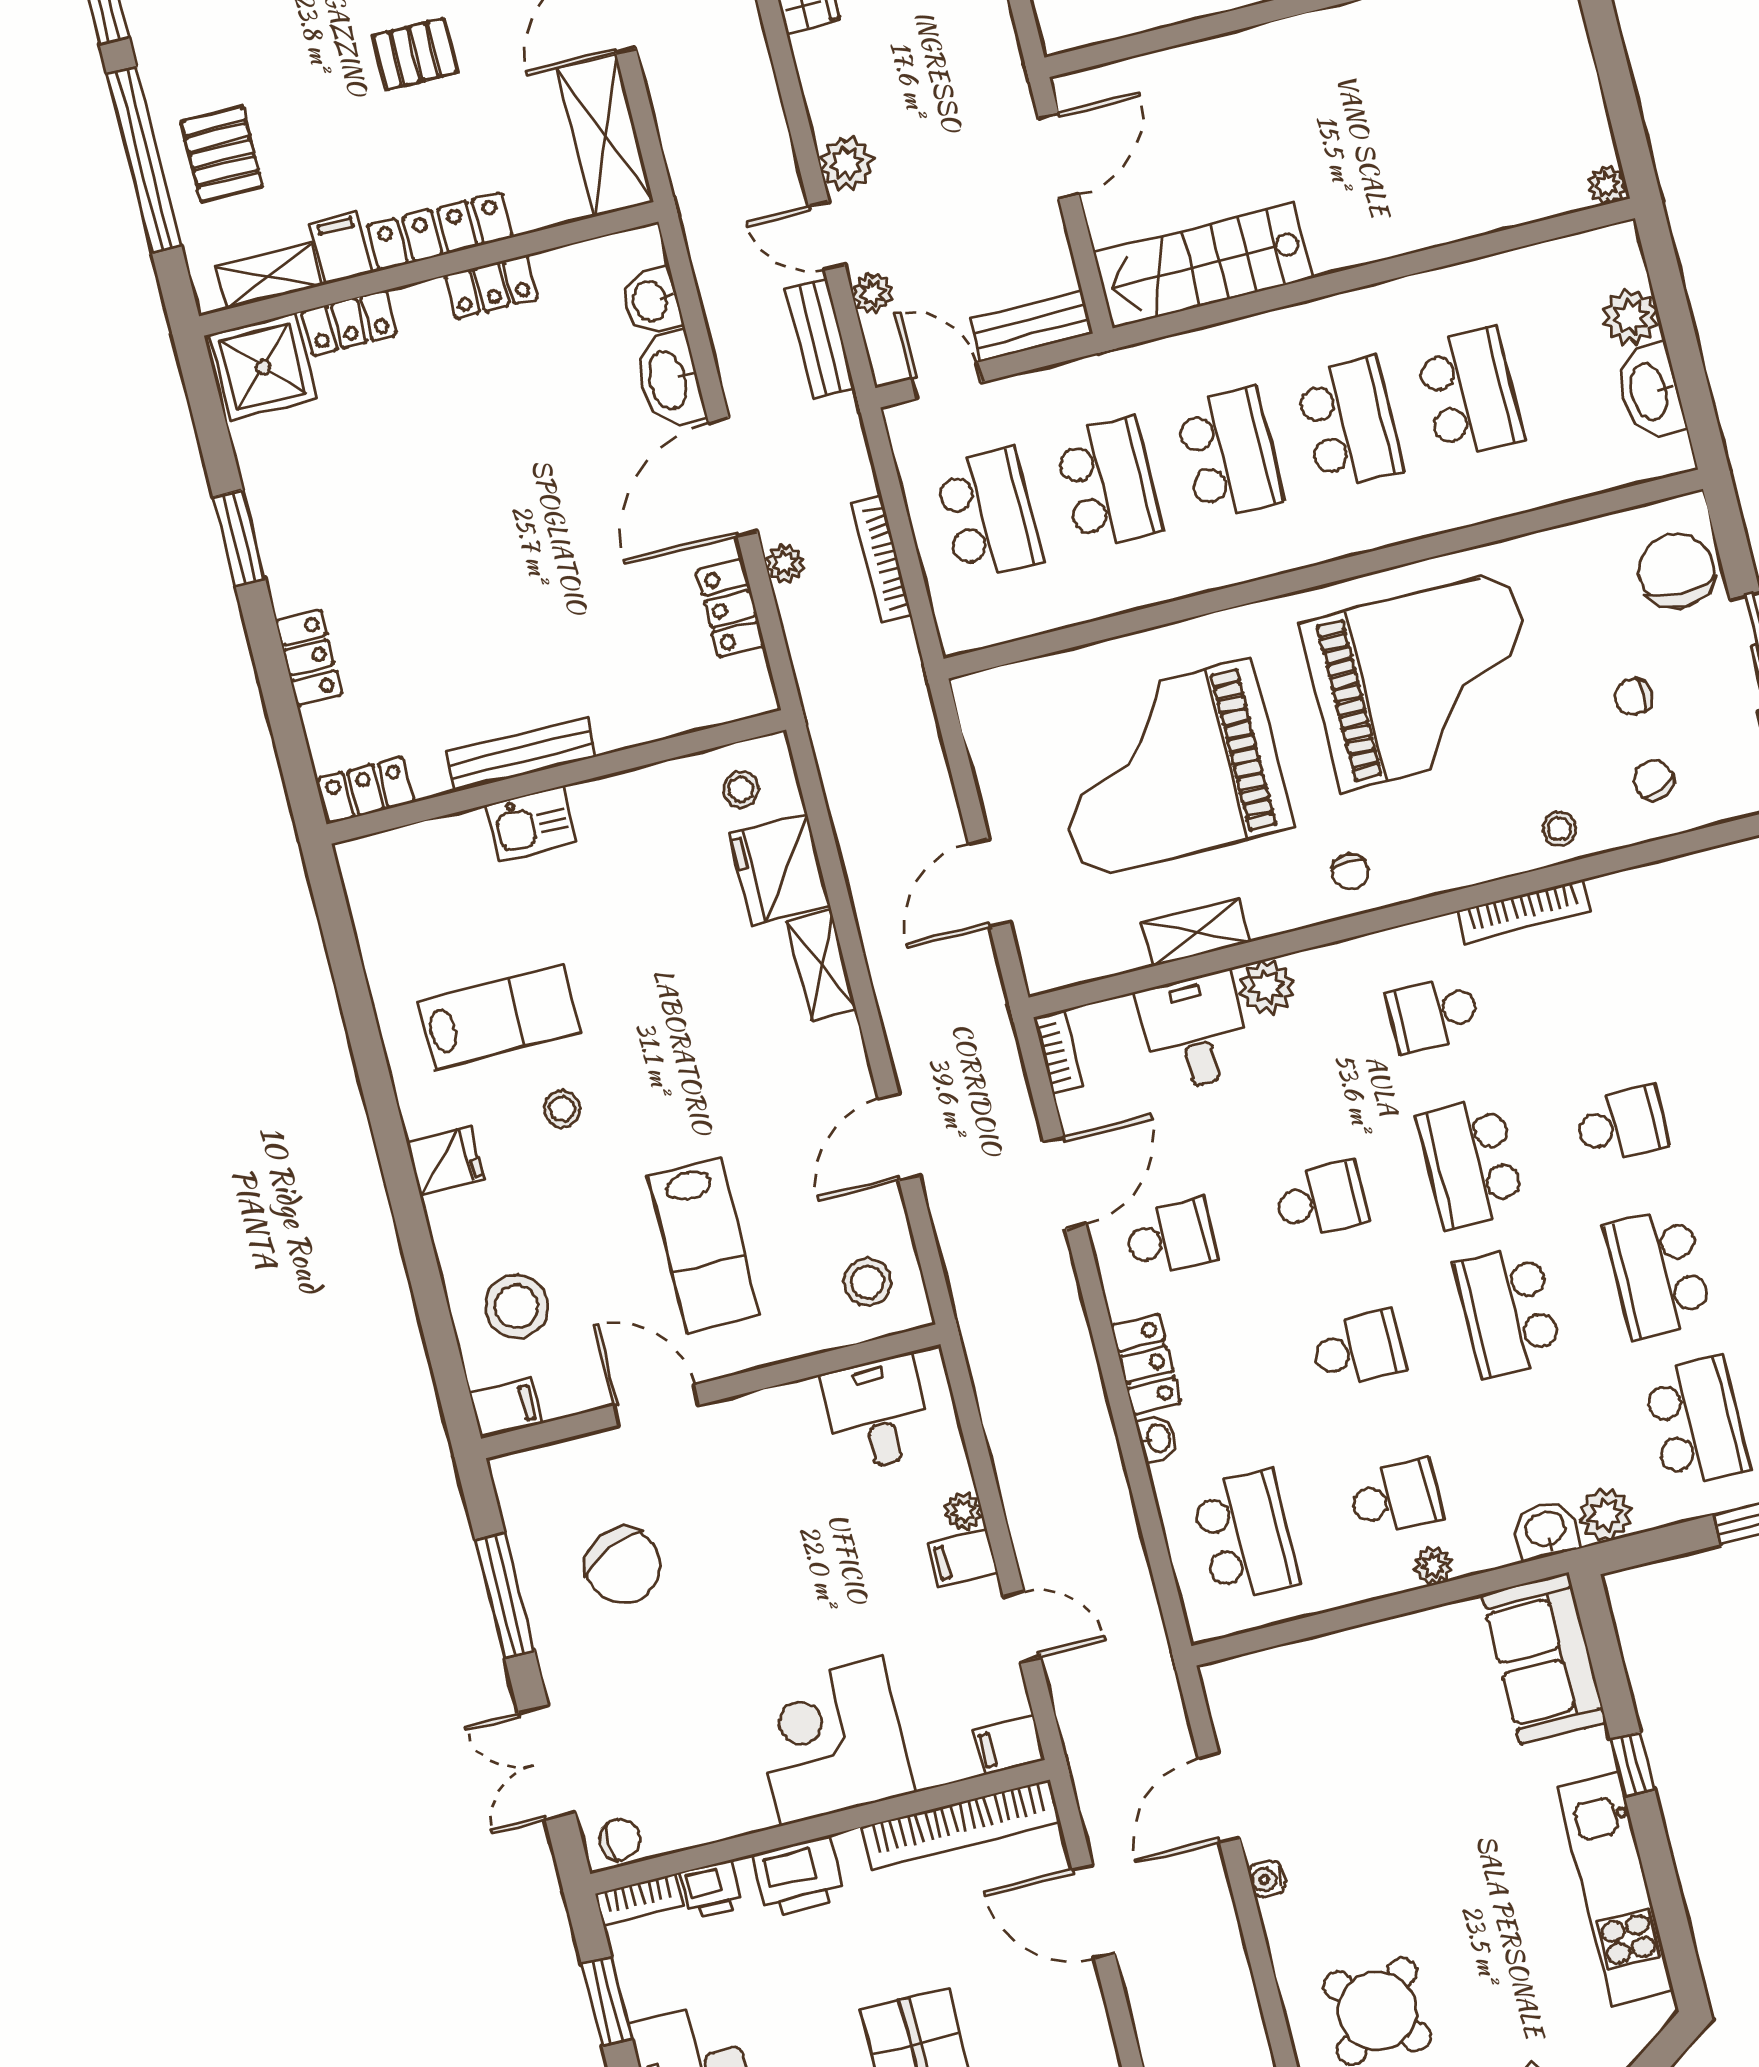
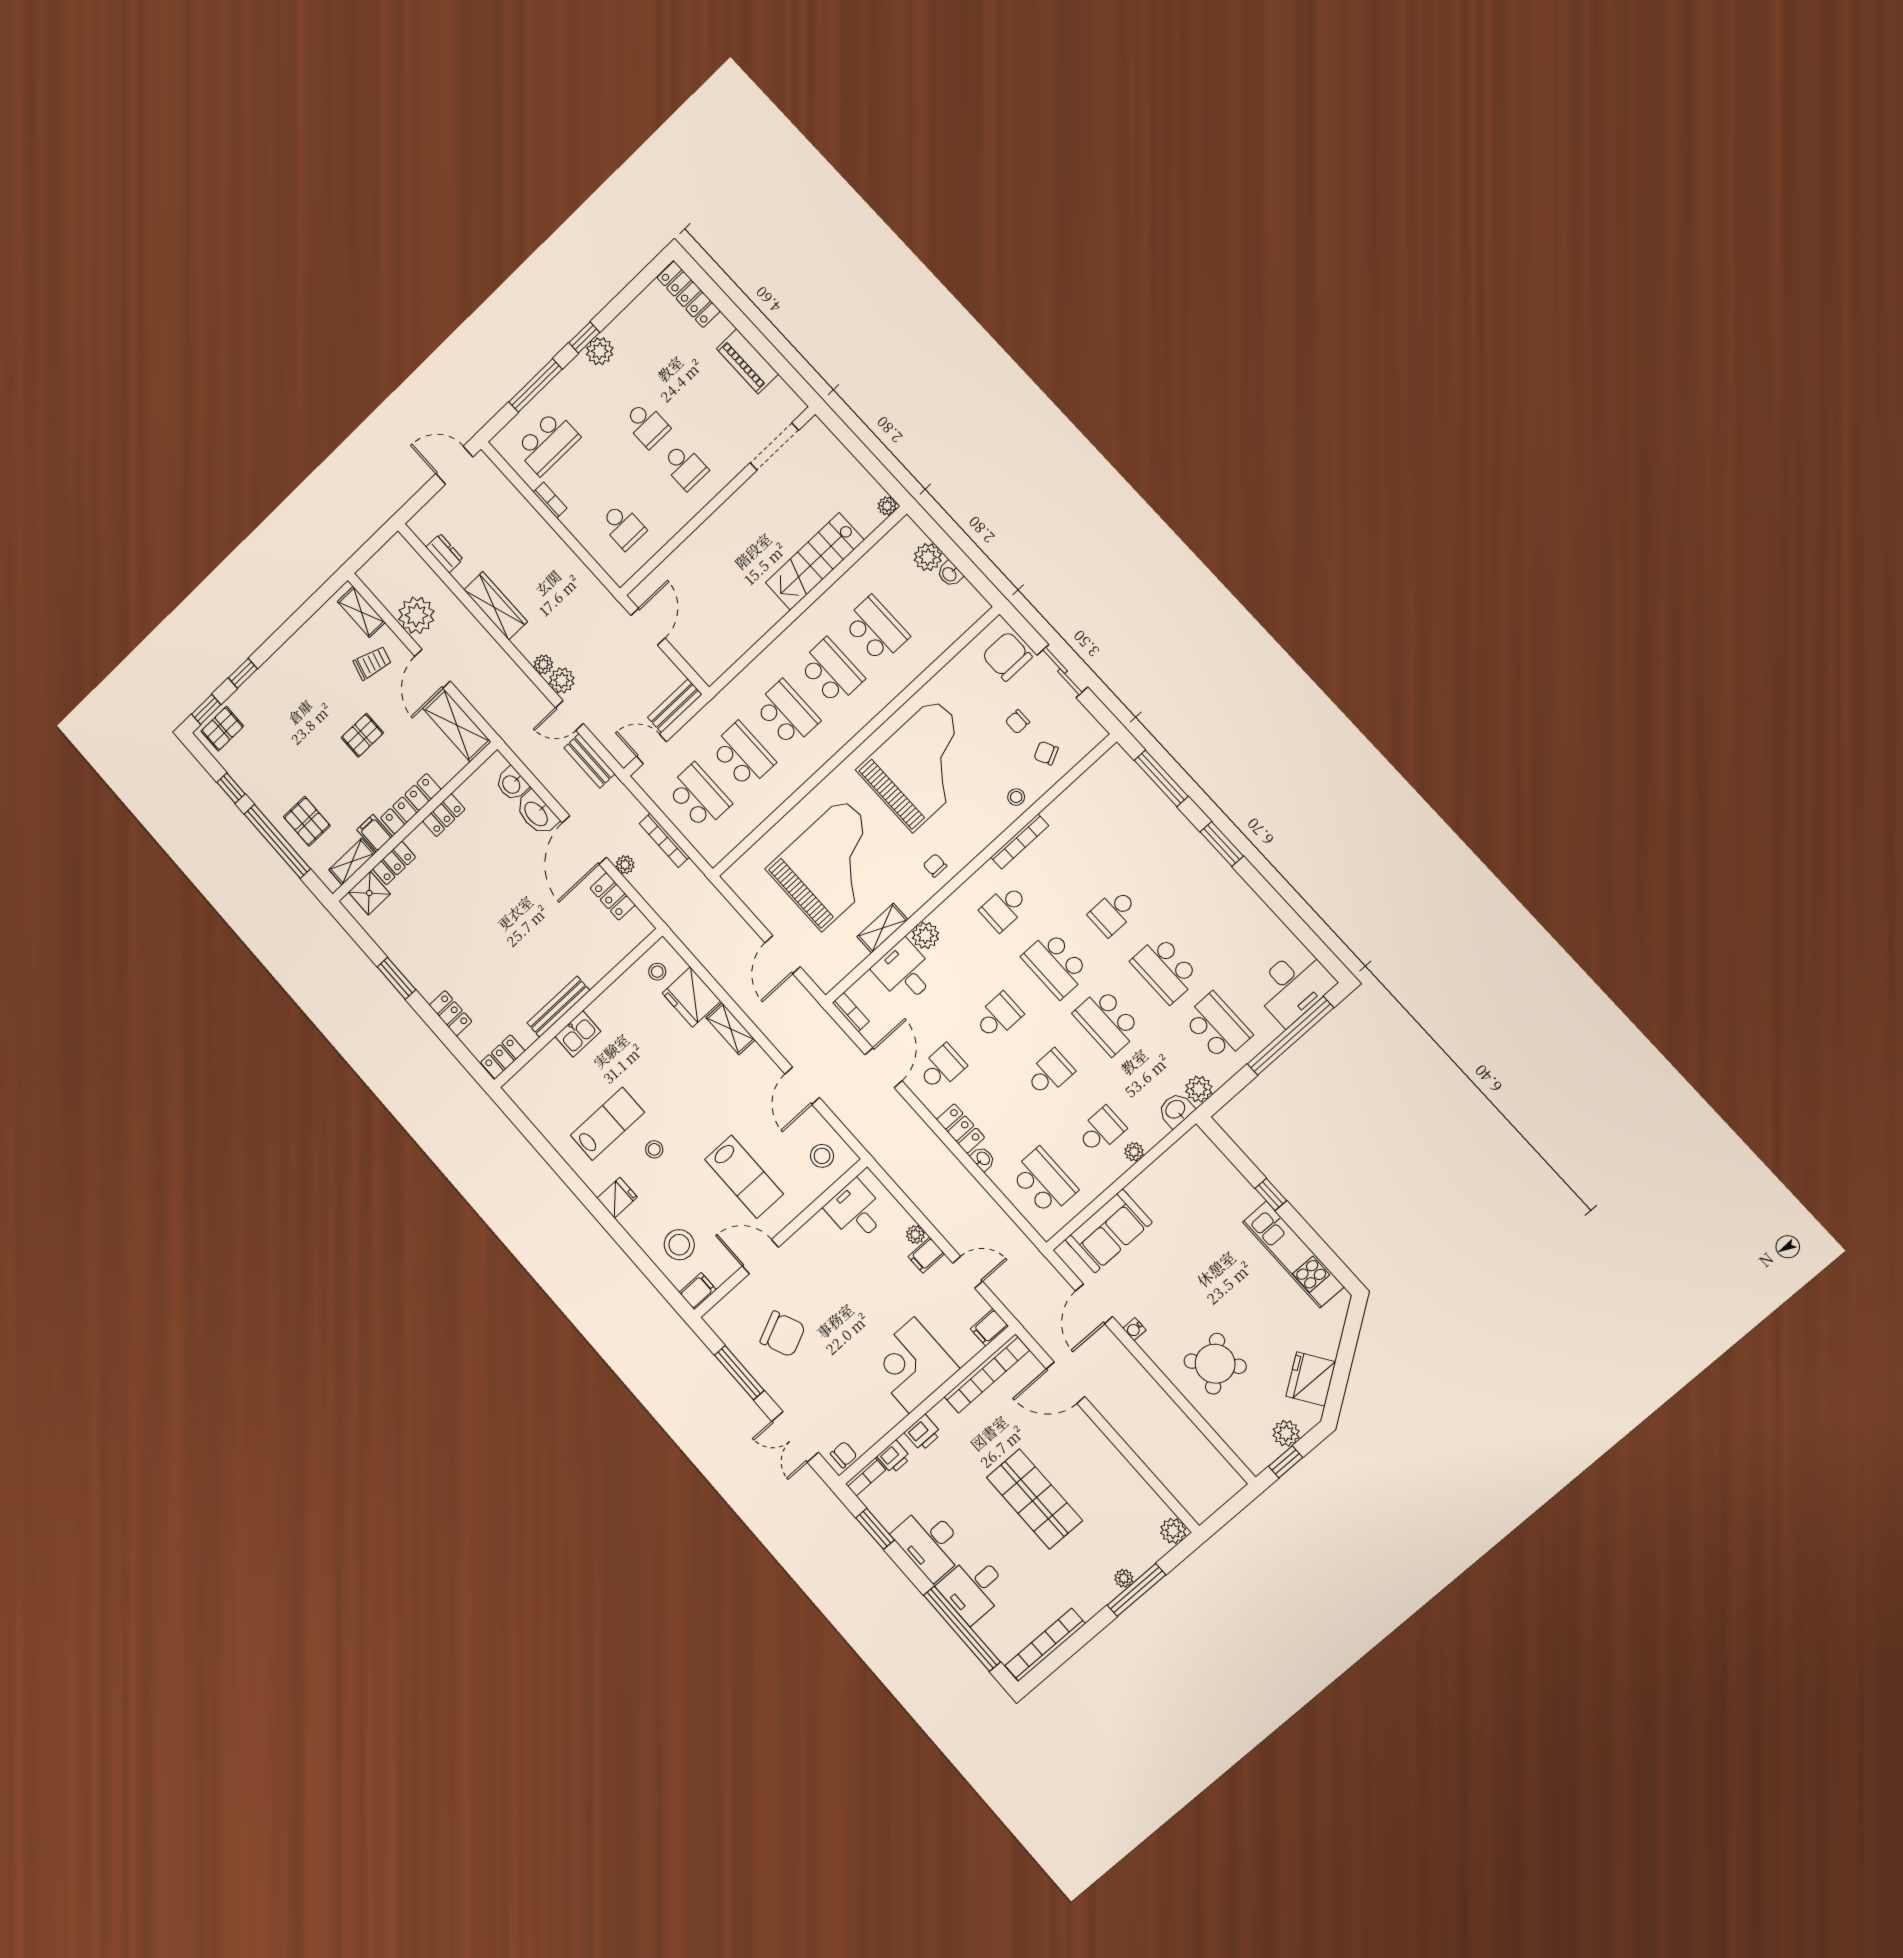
stairs: (1203, 266) -> (815, 561), moved
plant: (873, 293) -> (543, 664), moved
shower: (263, 367) -> (369, 893), width x0.73, depth x0.73
washbasin: (1650, 392) -> (950, 574), width x0.52, depth x0.69
grand piano: (1167, 769) -> (832, 864), turned 180
chair: (1350, 872) -> (935, 865), turned 180
school desk: (1621, 1125) -> (1113, 912), turned 180
sofa: (1544, 1658) -> (1109, 1231), moved, turned -90
printer: (799, 1876) -> (923, 1433), width x0.73, depth x0.81

